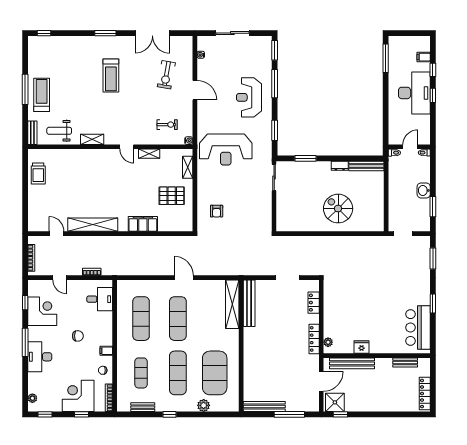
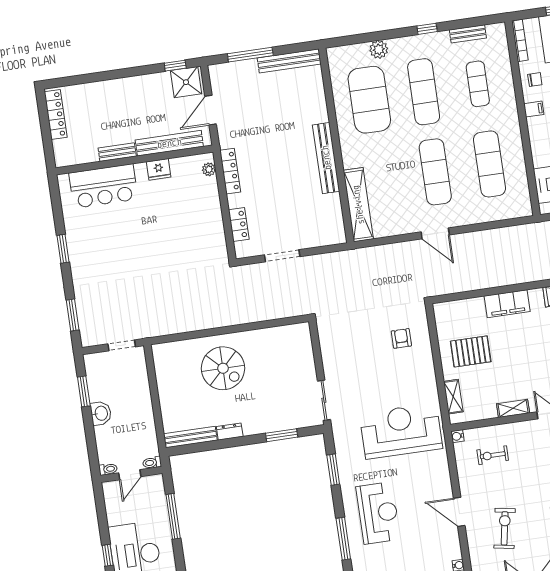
window: (386, 115) -> (173, 516), added
bench: (249, 303) -> (326, 158), moved
bar counter: (418, 328) -> (103, 186), moved, turned 90
bench: (405, 363) -> (117, 152), moved

